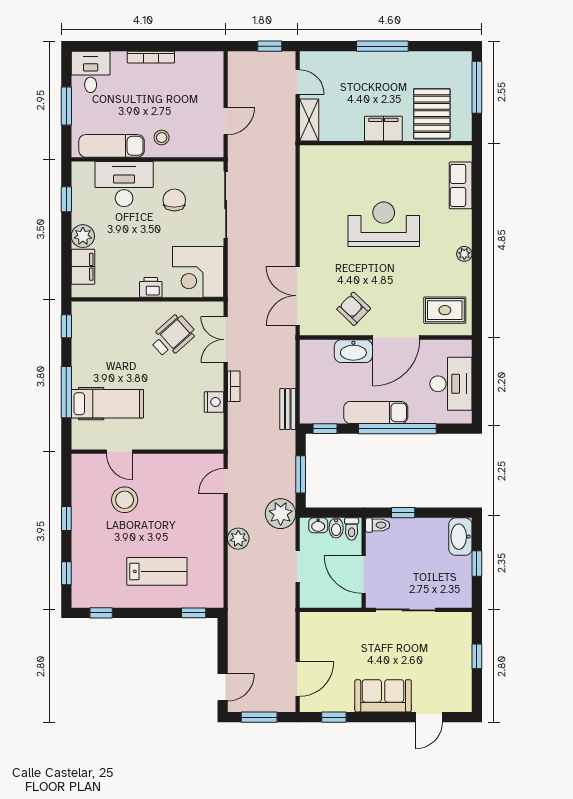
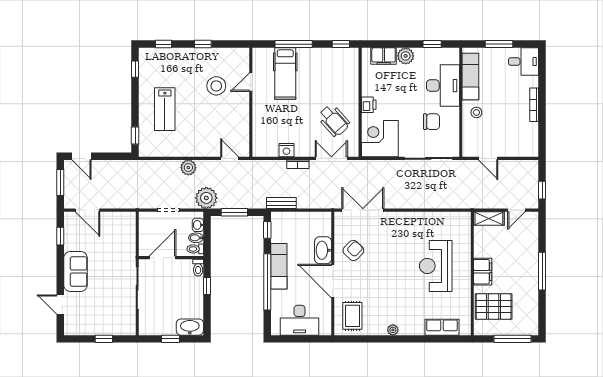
reception desk: (384, 224) -> (436, 266), moved, turned 180

